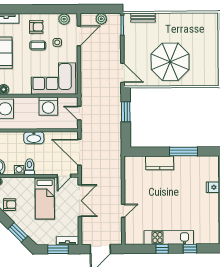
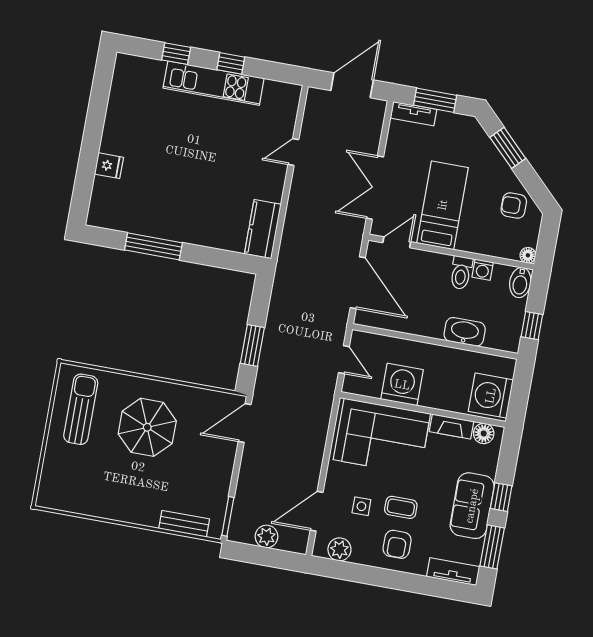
armchair: (36, 27) -> (397, 544), turned -90
parasol: (170, 62) -> (147, 427), width x0.73, depth x0.73
sun lounger: (204, 65) -> (81, 409), added
door: (122, 73) -> (245, 423), hinge flipped
fireplace: (20, 90) -> (451, 426), added
washbasin: (34, 138) -> (465, 332), moved
kitchen counter: (160, 163) -> (263, 229), moved, turned -90

